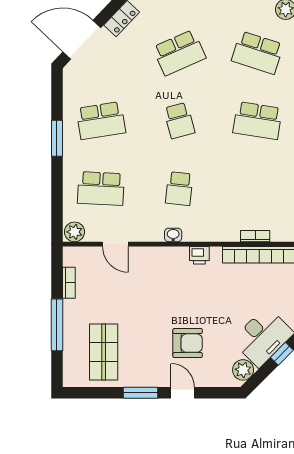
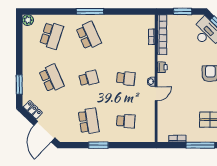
school desk: (257, 121) -> (89, 35), turned -33
school desk: (101, 189) -> (126, 121), width x0.54
plant: (74, 232) -> (150, 136), removed
door: (115, 244) -> (156, 94), moved

